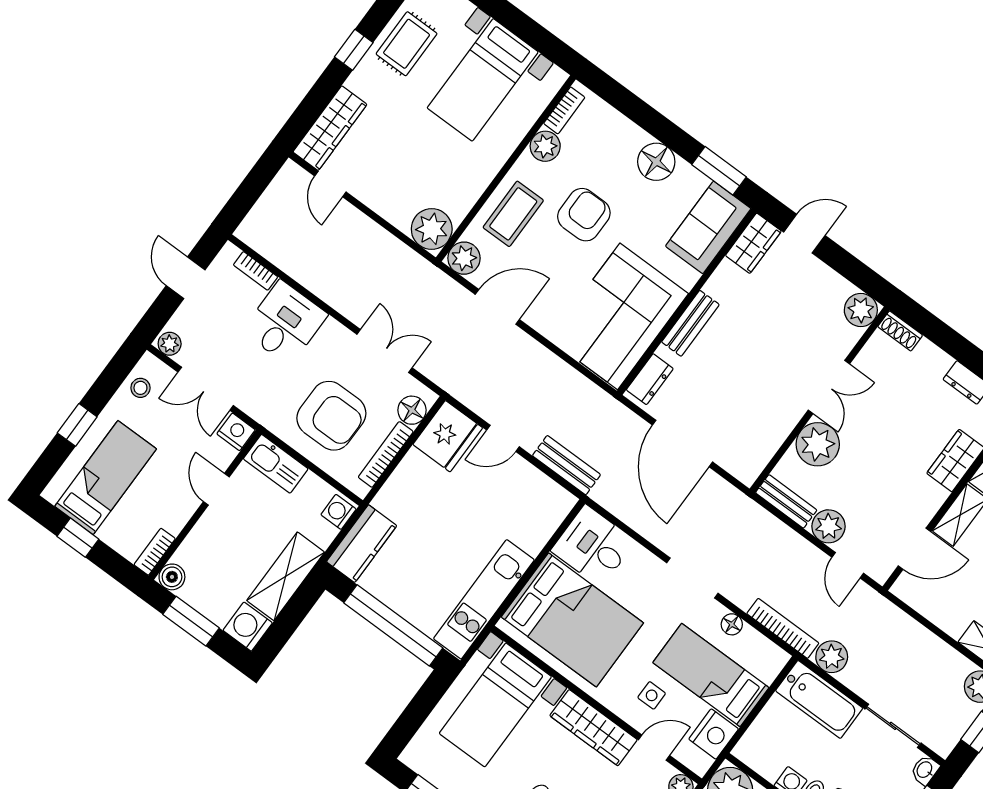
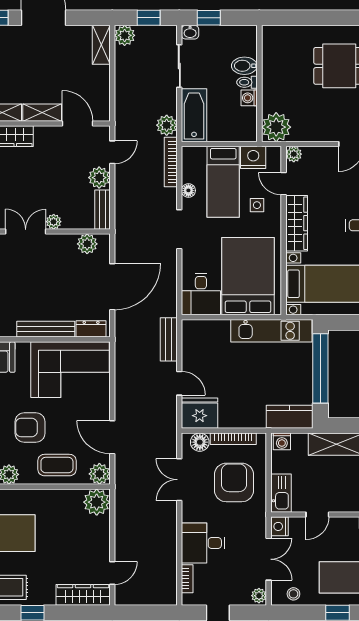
bench: (690, 323) -> (46, 329), width x1.36
plant: (818, 444) -> (54, 222), width x0.53, depth x0.53
plant: (758, 452) -> (87, 244), added

